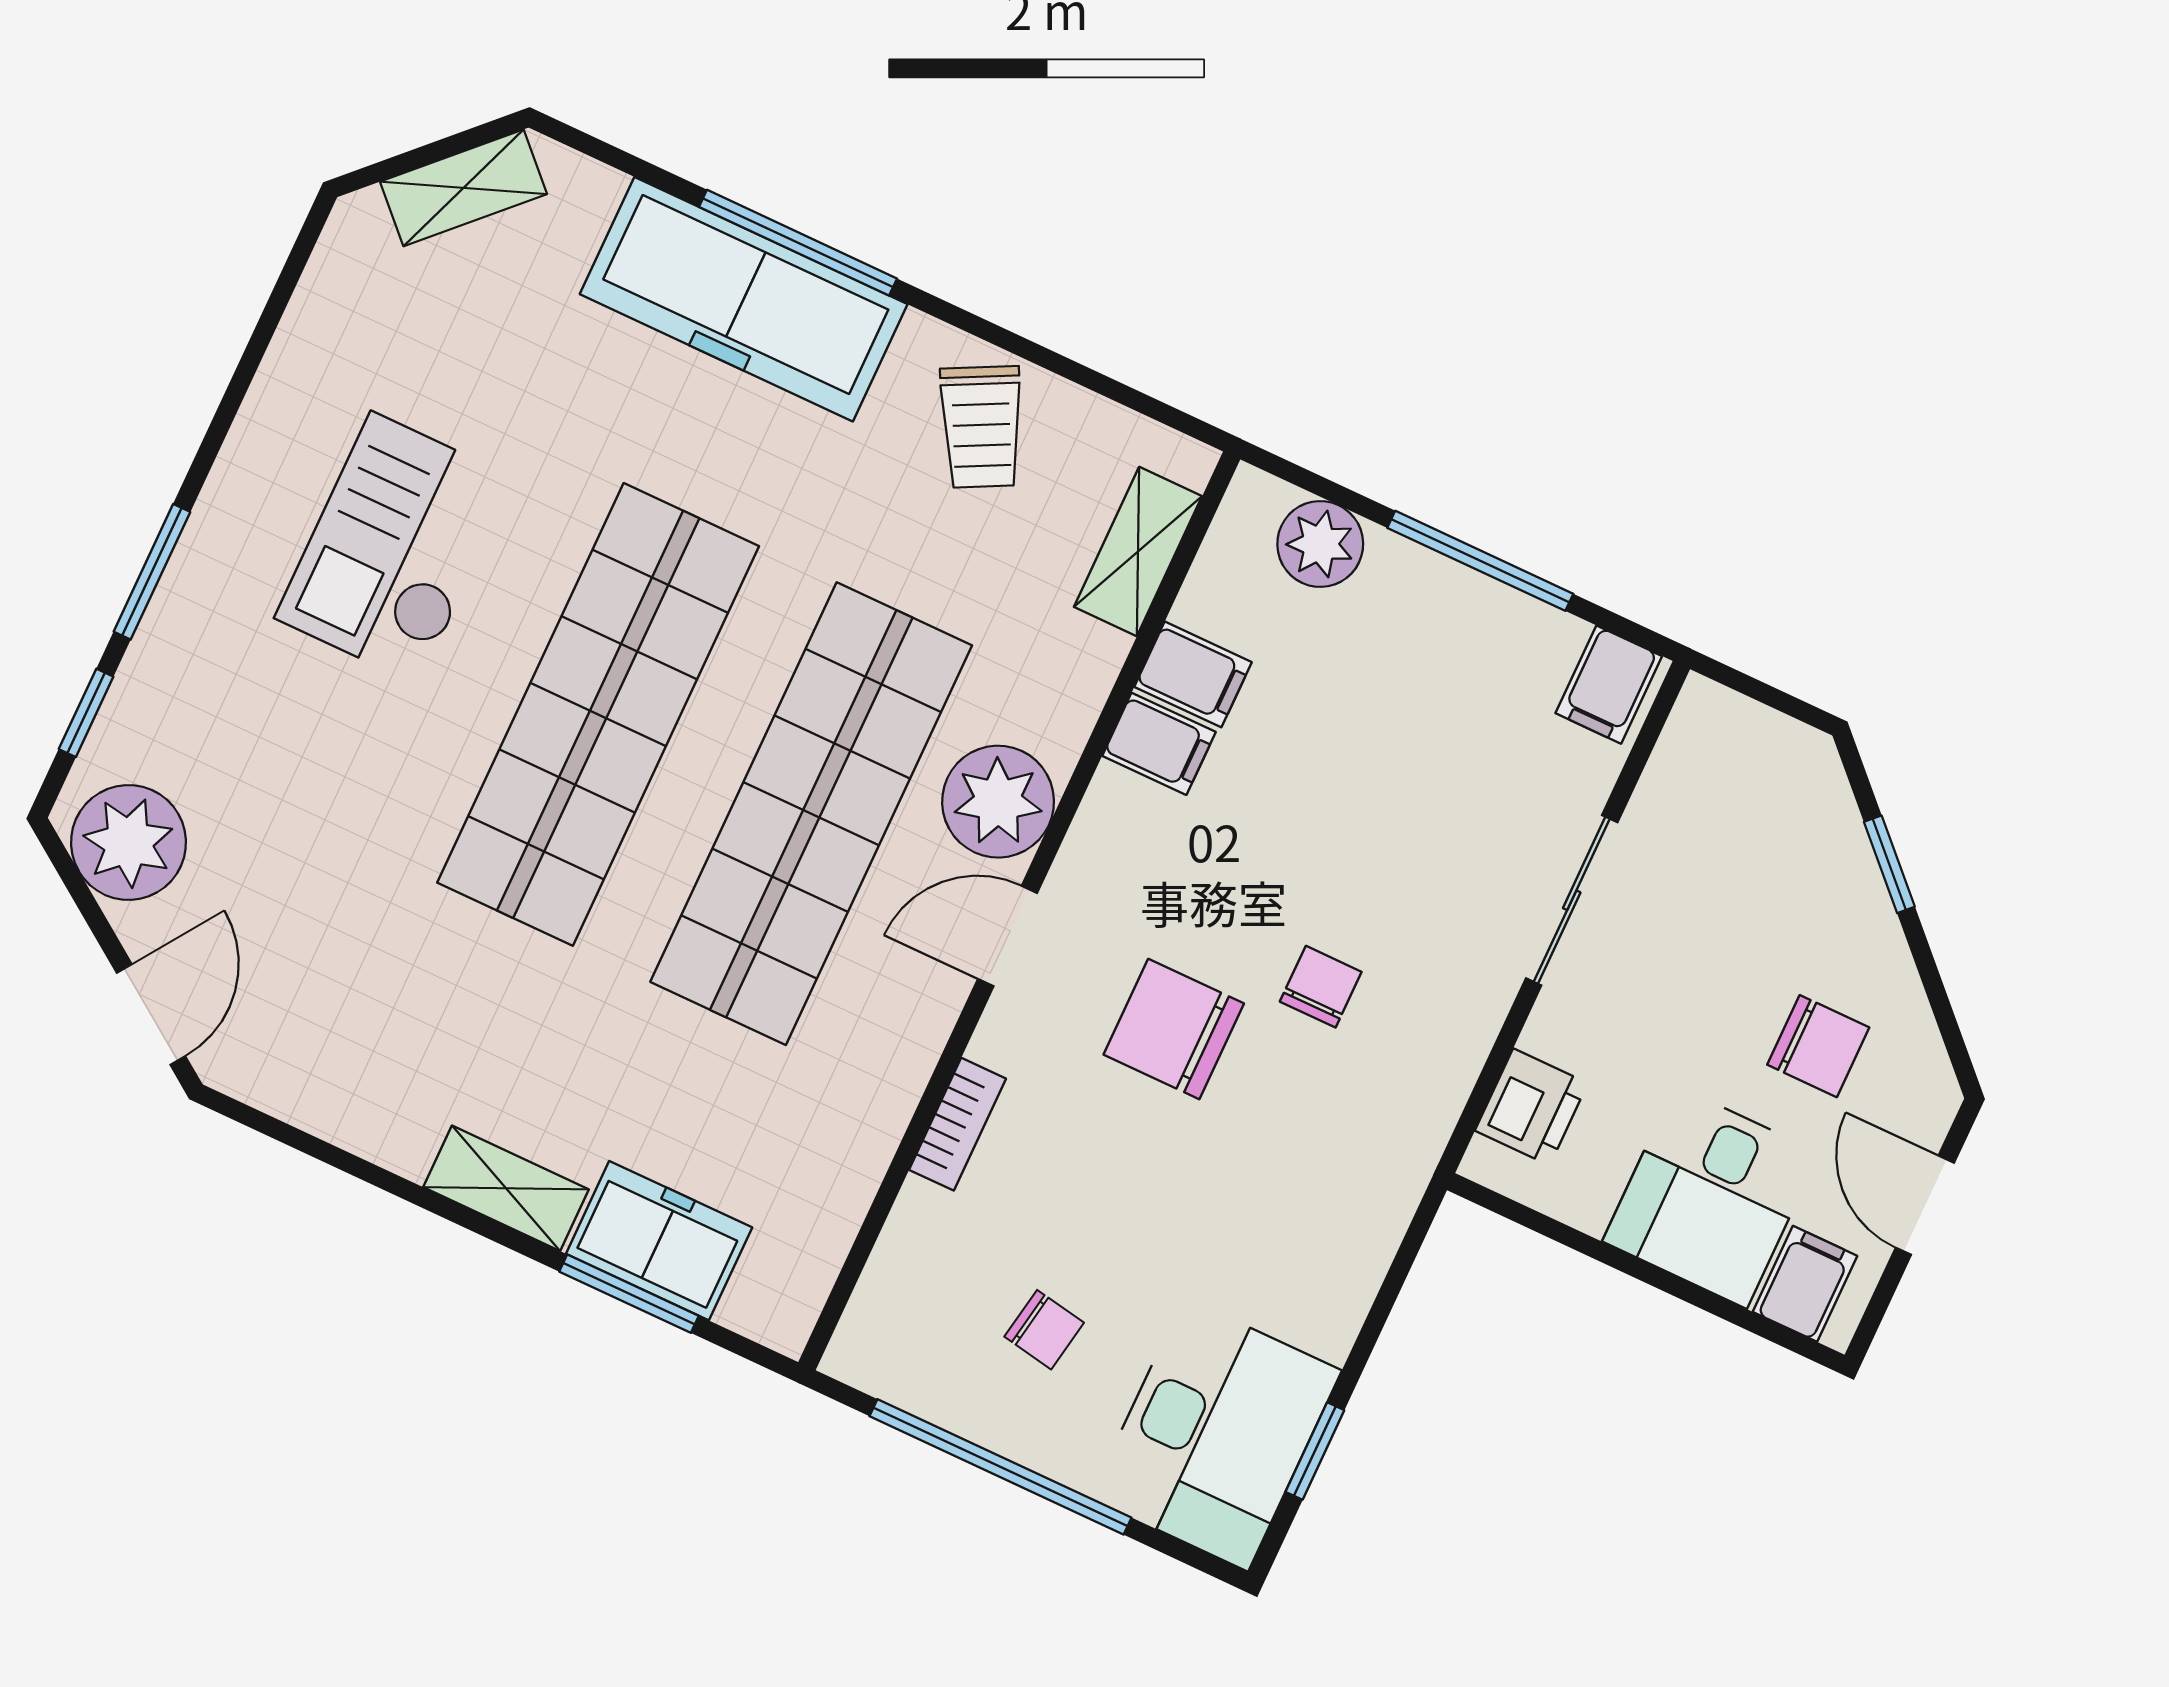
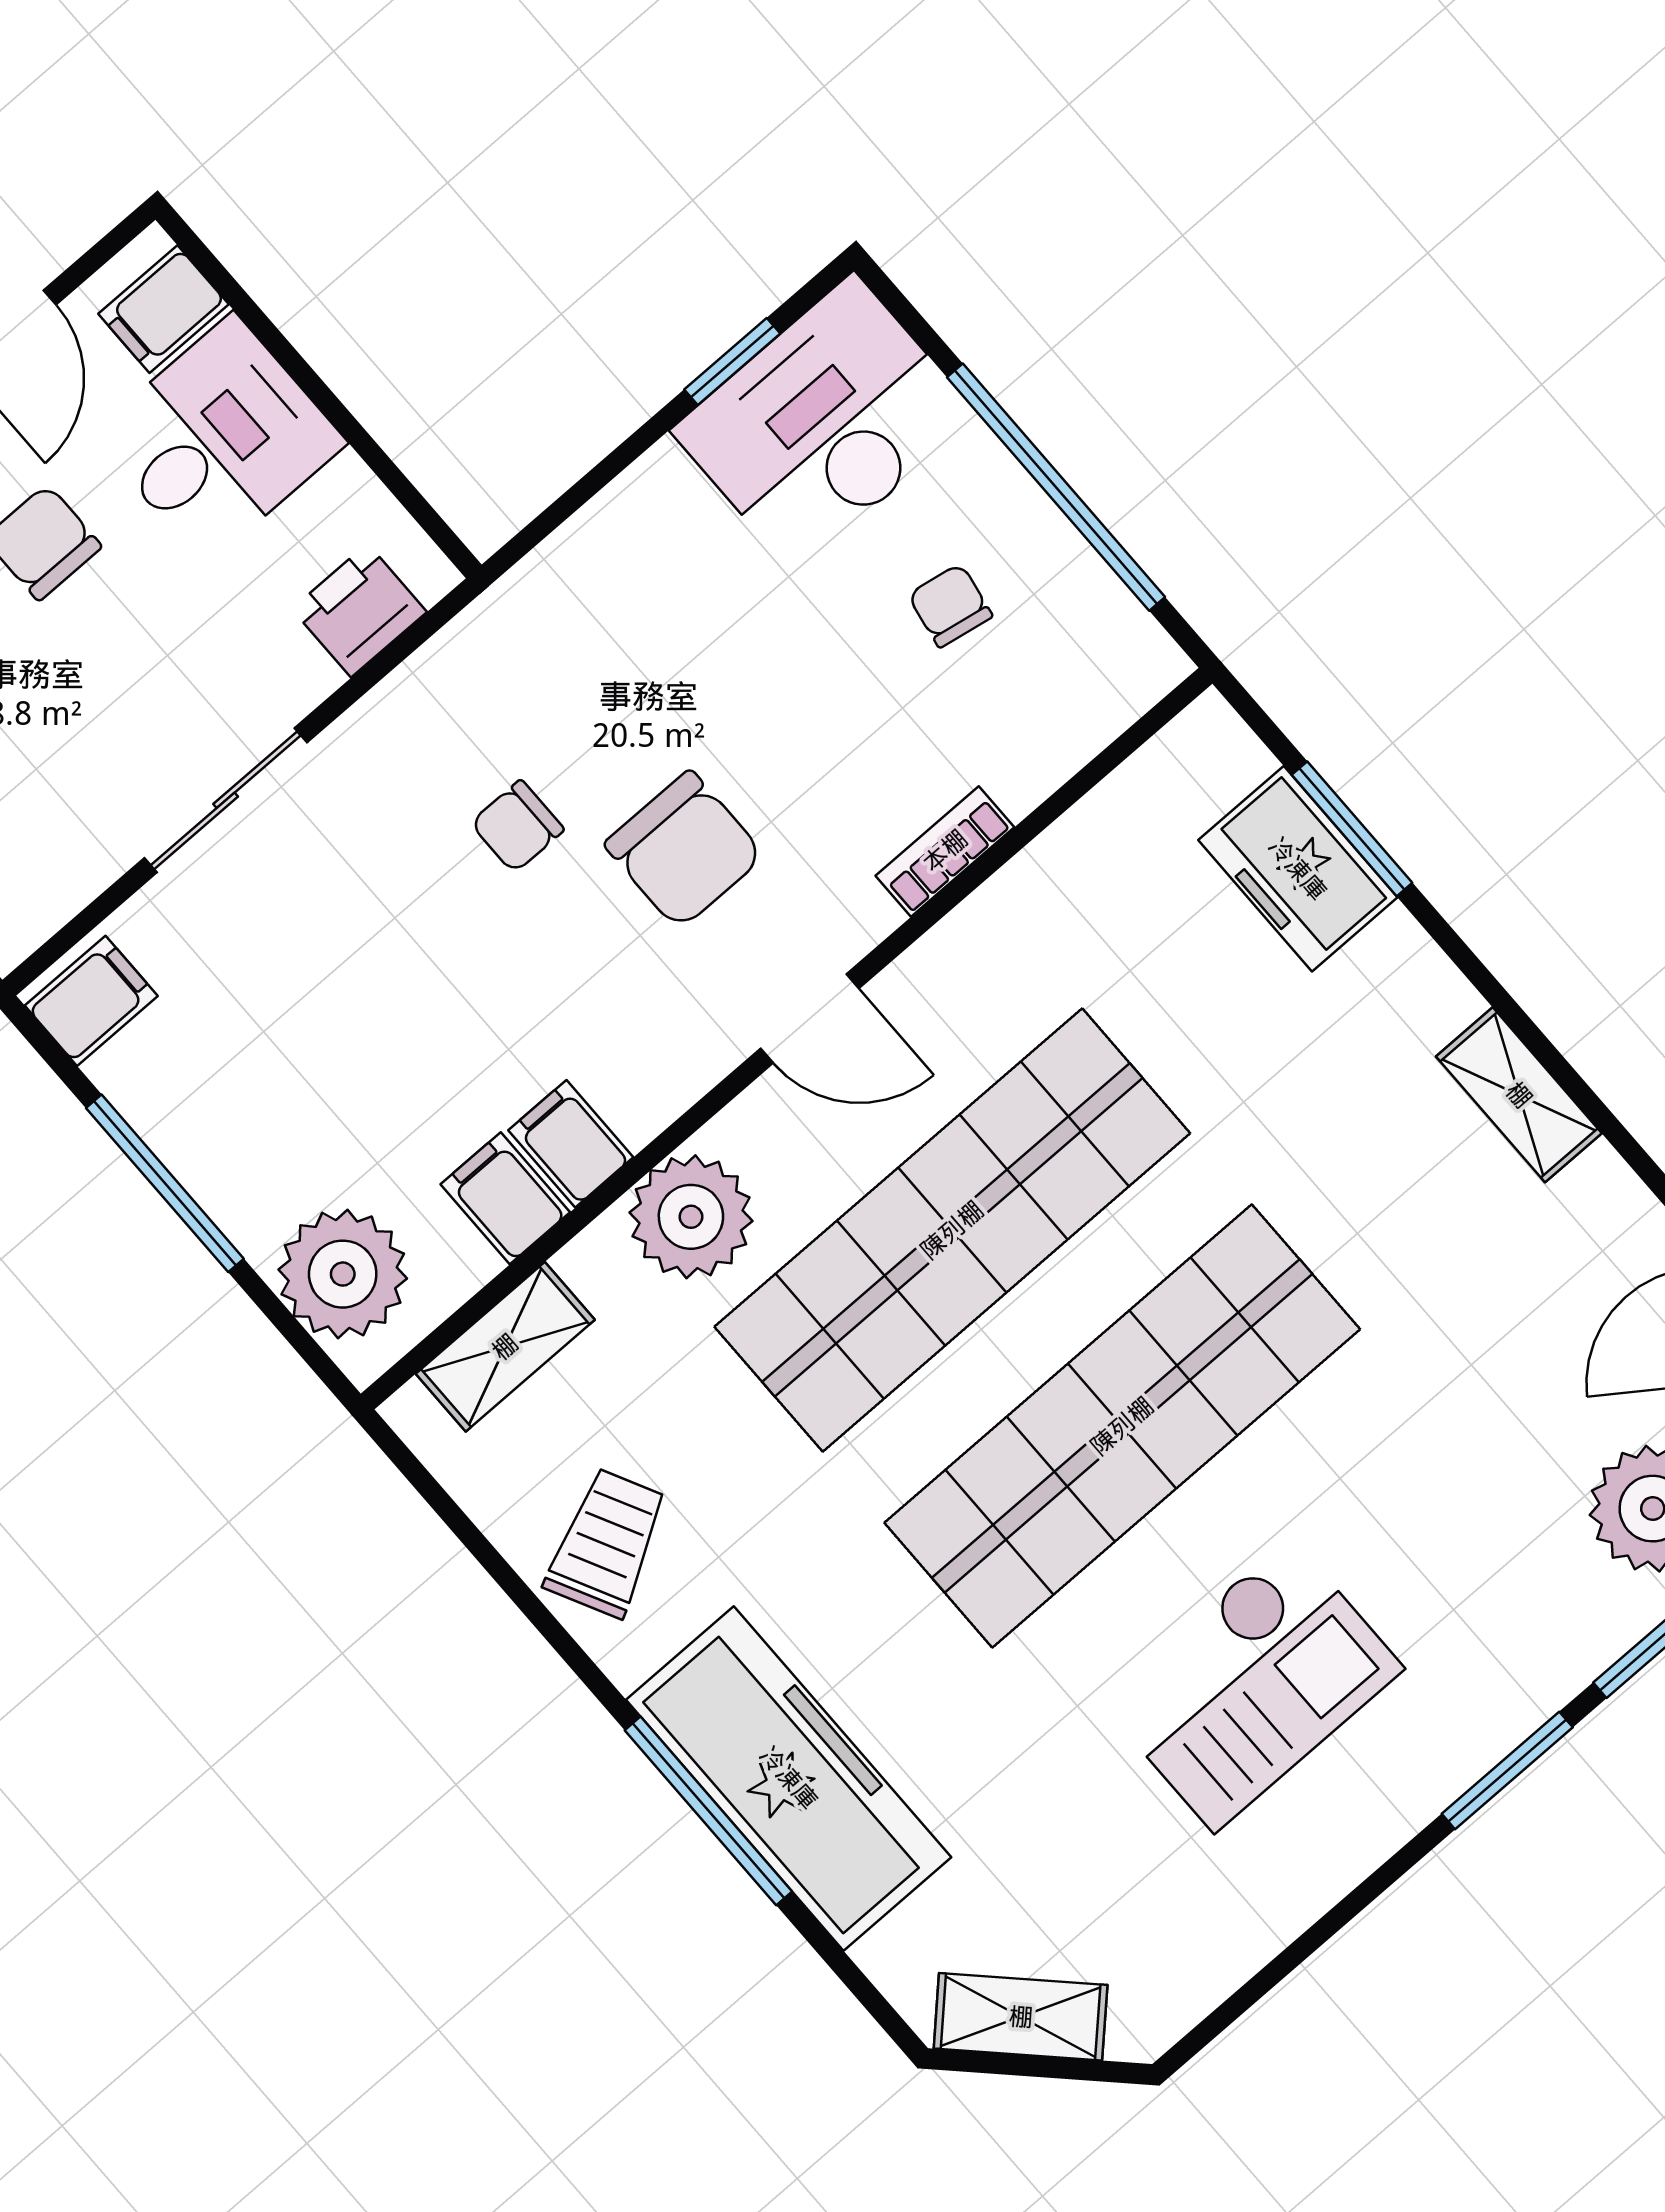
plant: (1320, 544) -> (343, 1274), width x1.36, depth x1.36
plant: (998, 802) -> (691, 1217), moved
shelving: (506, 1188) -> (1519, 1095), moved

